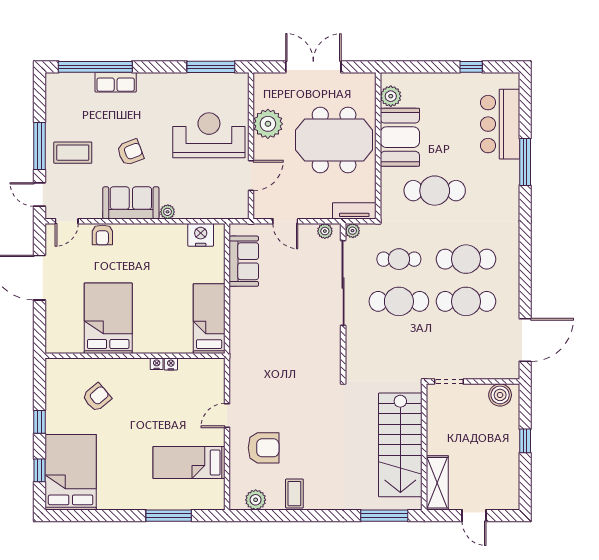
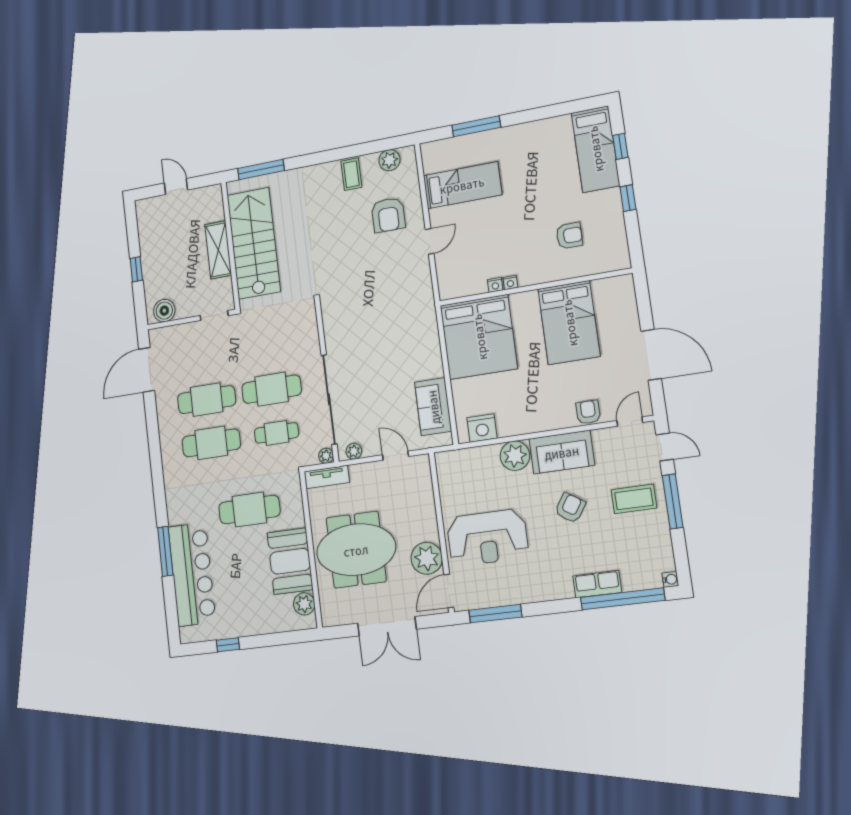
water cooler: (51, 79) -> (670, 579), added
bar counter: (500, 124) -> (192, 574), width x1.36
armchair: (130, 152) -> (570, 508), turned 144
door: (251, 176) -> (449, 591), moved
plant: (168, 212) -> (515, 456), width x1.88, depth x1.88
bed: (209, 319) -> (479, 337), width x2.04
armchair: (97, 397) -> (569, 236), turned -140
armchair: (264, 448) -> (388, 215), turned -90
bed: (71, 472) -> (595, 149), width x0.67
shelving: (437, 483) -> (218, 250), moved

